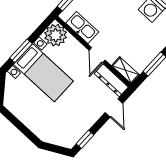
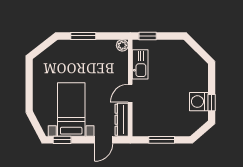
plant: (56, 35) -> (122, 45), width x0.53, depth x0.53
shelving: (126, 70) -> (138, 123), removed
bed with nightstands: (43, 73) -> (71, 109), moved, turned 180

